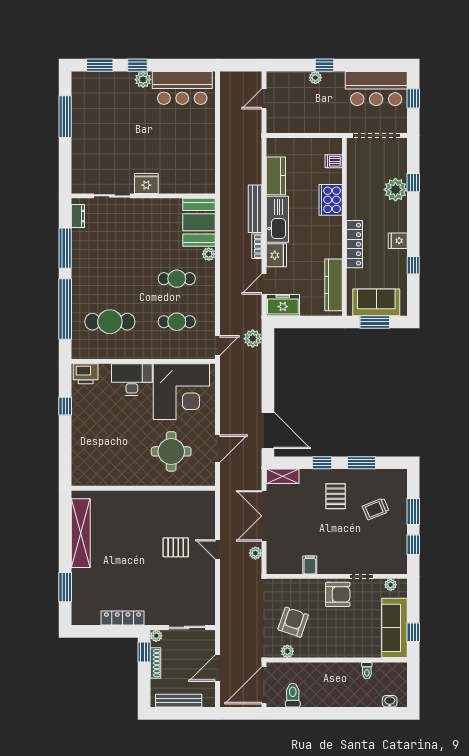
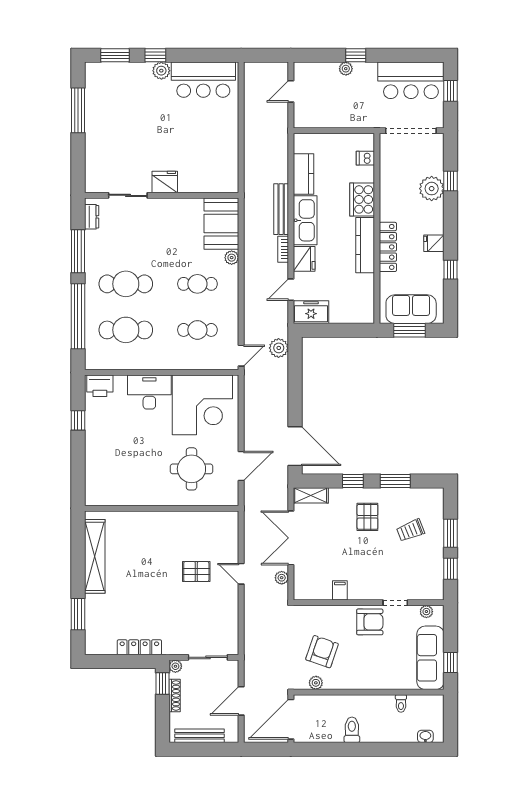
cafe table: (110, 279) -> (126, 284), added
kitchen counter: (333, 285) -> (365, 245), moved
toilet: (293, 695) -> (352, 730), moved

